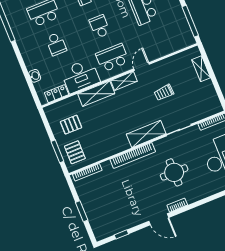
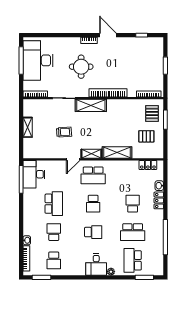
locker: (29, 59) -> (159, 200), added
shelving: (201, 69) -> (28, 127), moved
desk: (80, 76) -> (34, 174), moved, turned -90

